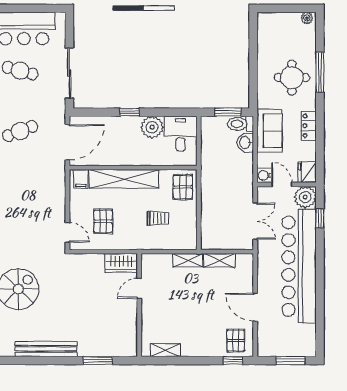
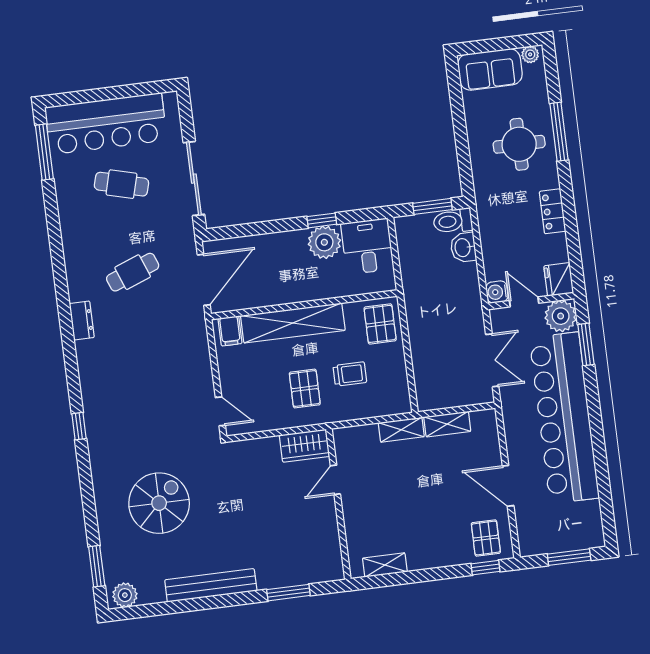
window: (130, 112) -> (322, 220), moved
sofa: (269, 131) -> (490, 69), moved, turned 90
window: (320, 218) -> (586, 344), width x1.50
pallet: (103, 221) -> (305, 389), moved

